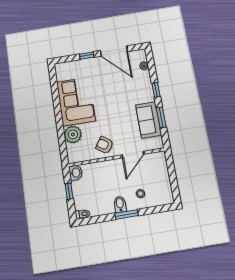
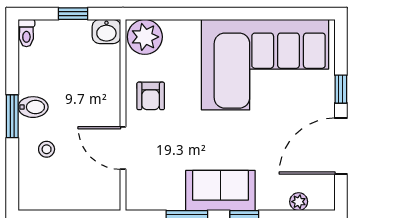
corner sofa: (76, 101) -> (265, 65), width x1.36, depth x1.36
sofa: (149, 120) -> (220, 190), moved
plant: (73, 134) -> (145, 37), moved
armchair: (105, 145) -> (151, 96), turned 146

